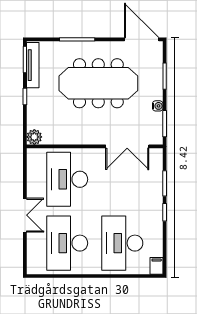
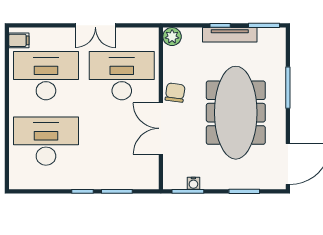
tv unit: (33, 65) -> (230, 35), moved
water cooler: (158, 106) -> (193, 183), moved
chair: (81, 134) -> (175, 93), added
double door: (127, 146) -> (161, 128), moved
double door: (25, 215) -> (95, 25), moved
filing cabinet: (157, 266) -> (19, 40), moved

